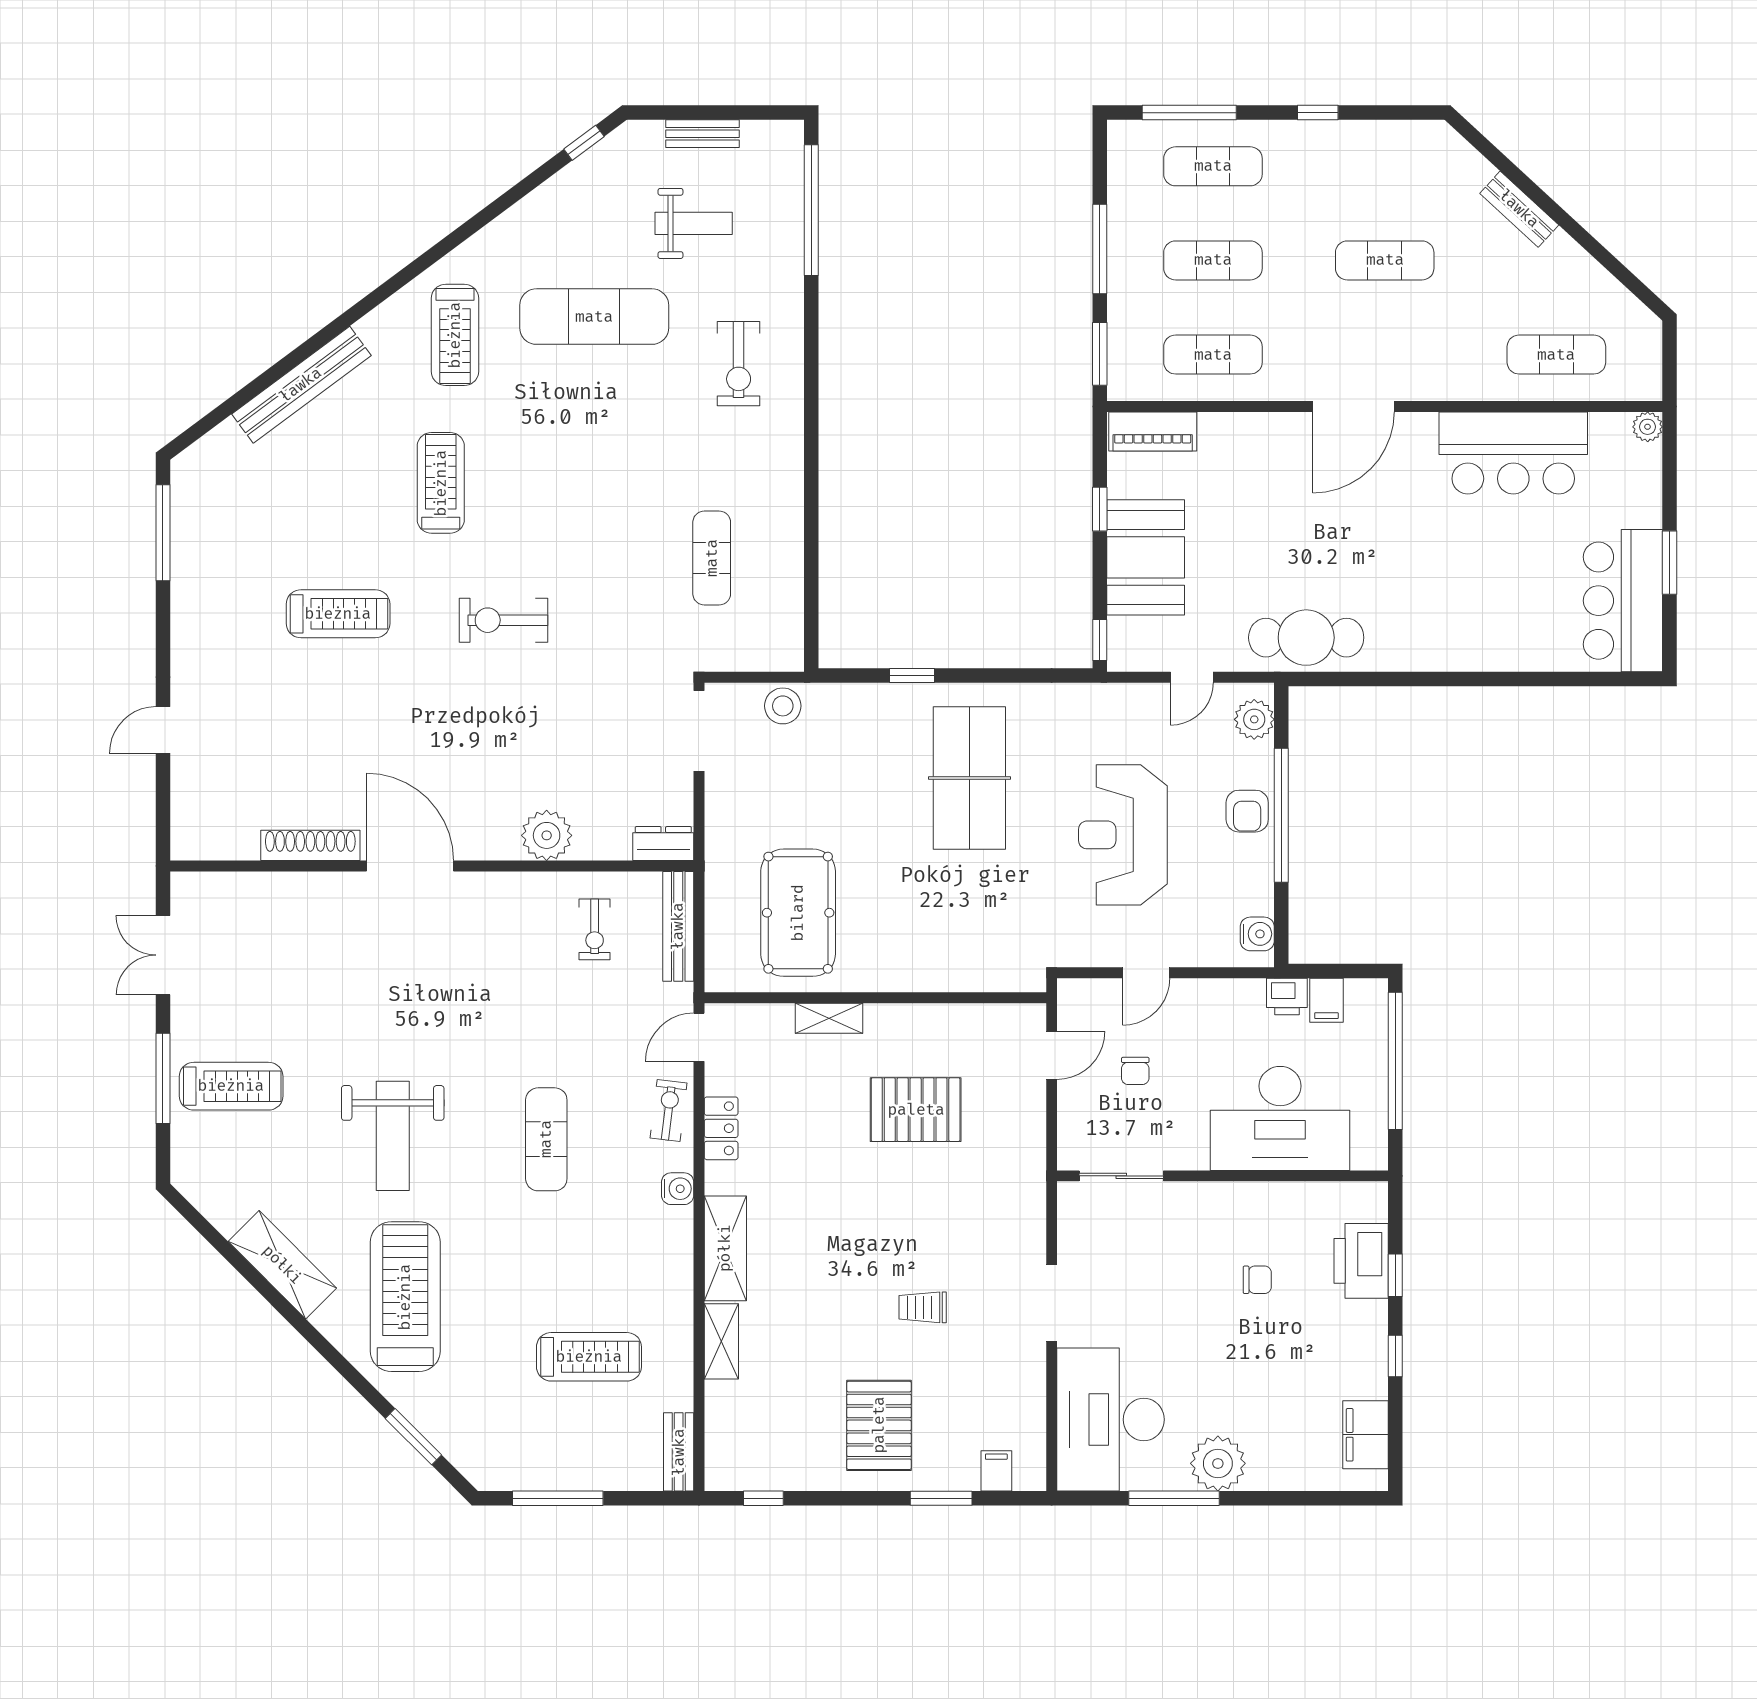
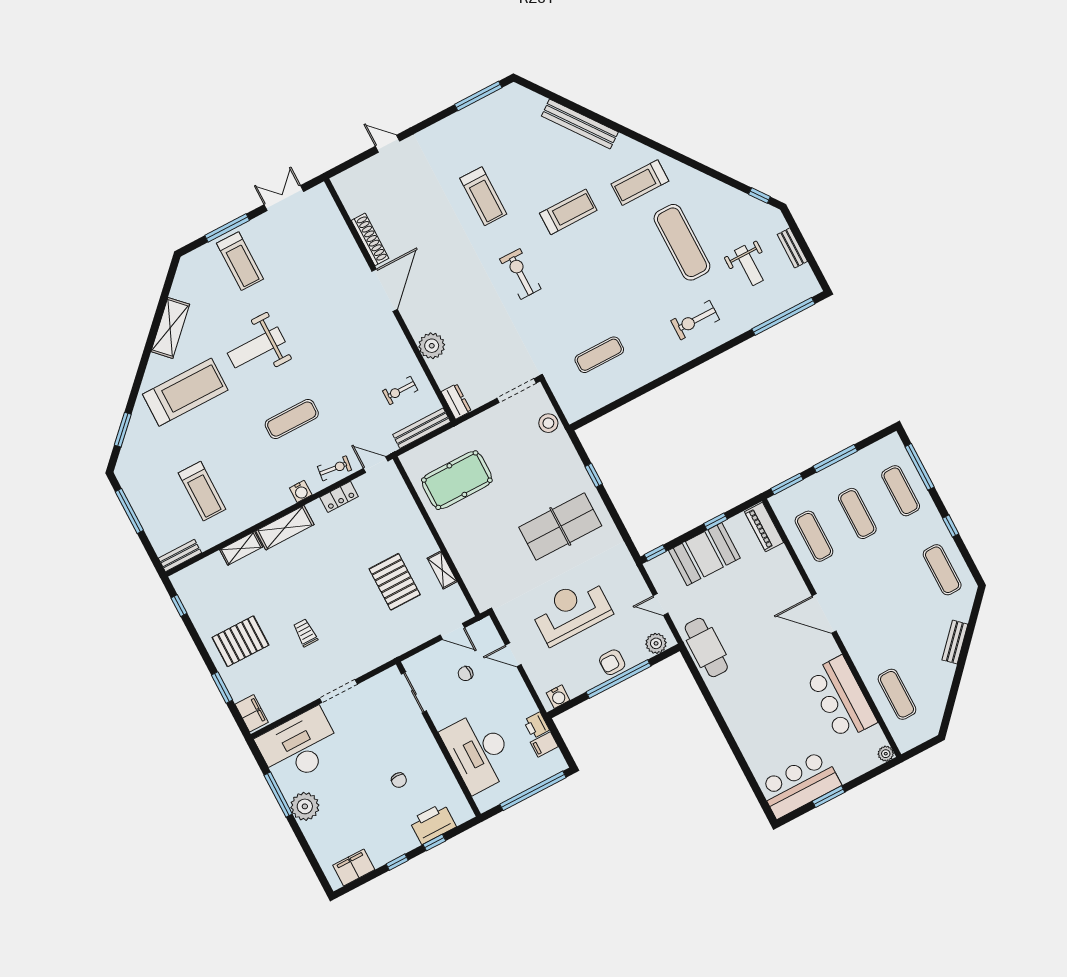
exercise mat: (1385, 260) -> (942, 570), moved
shelving: (829, 1018) -> (442, 570), moved
filing cabinet: (996, 1471) -> (252, 713), width x2.00

